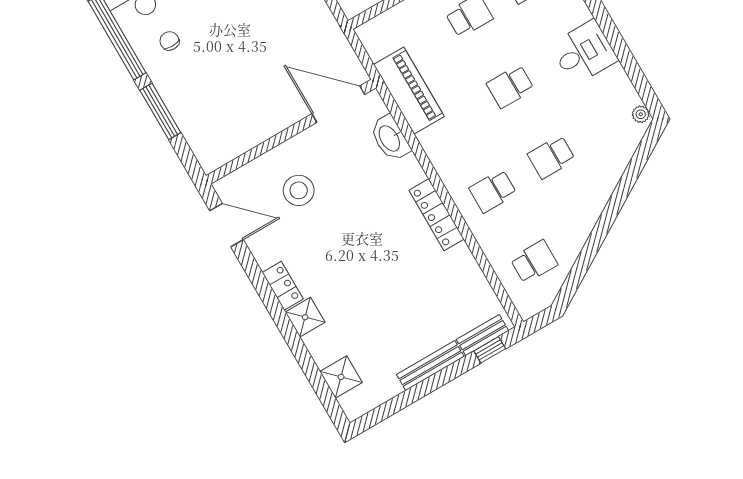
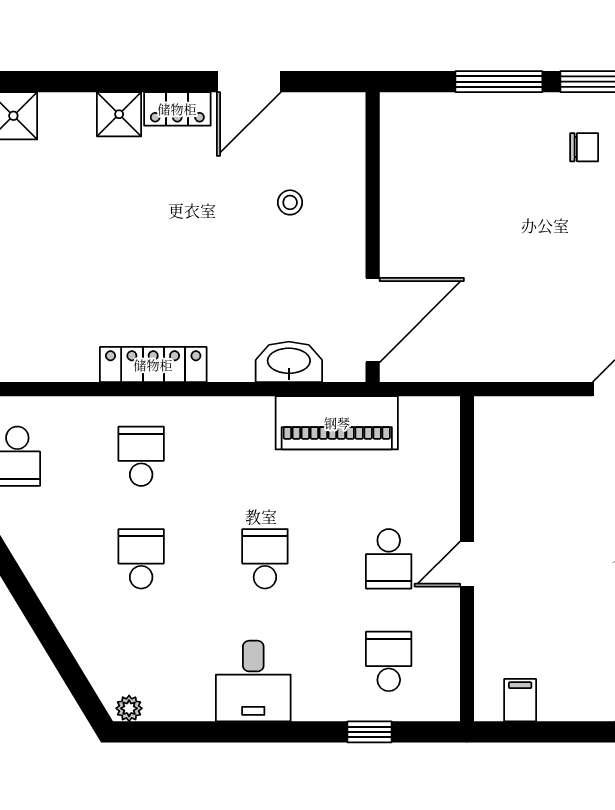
stool: (299, 190) -> (290, 202), width x0.53, depth x0.53
door: (227, 225) -> (249, 82), moved

